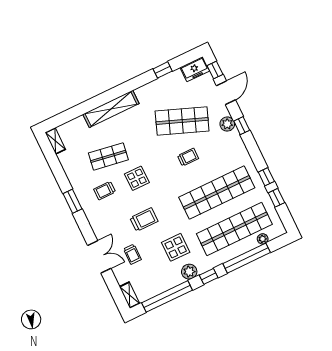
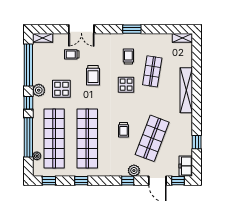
window: (276, 198) -> (49, 181), moved

